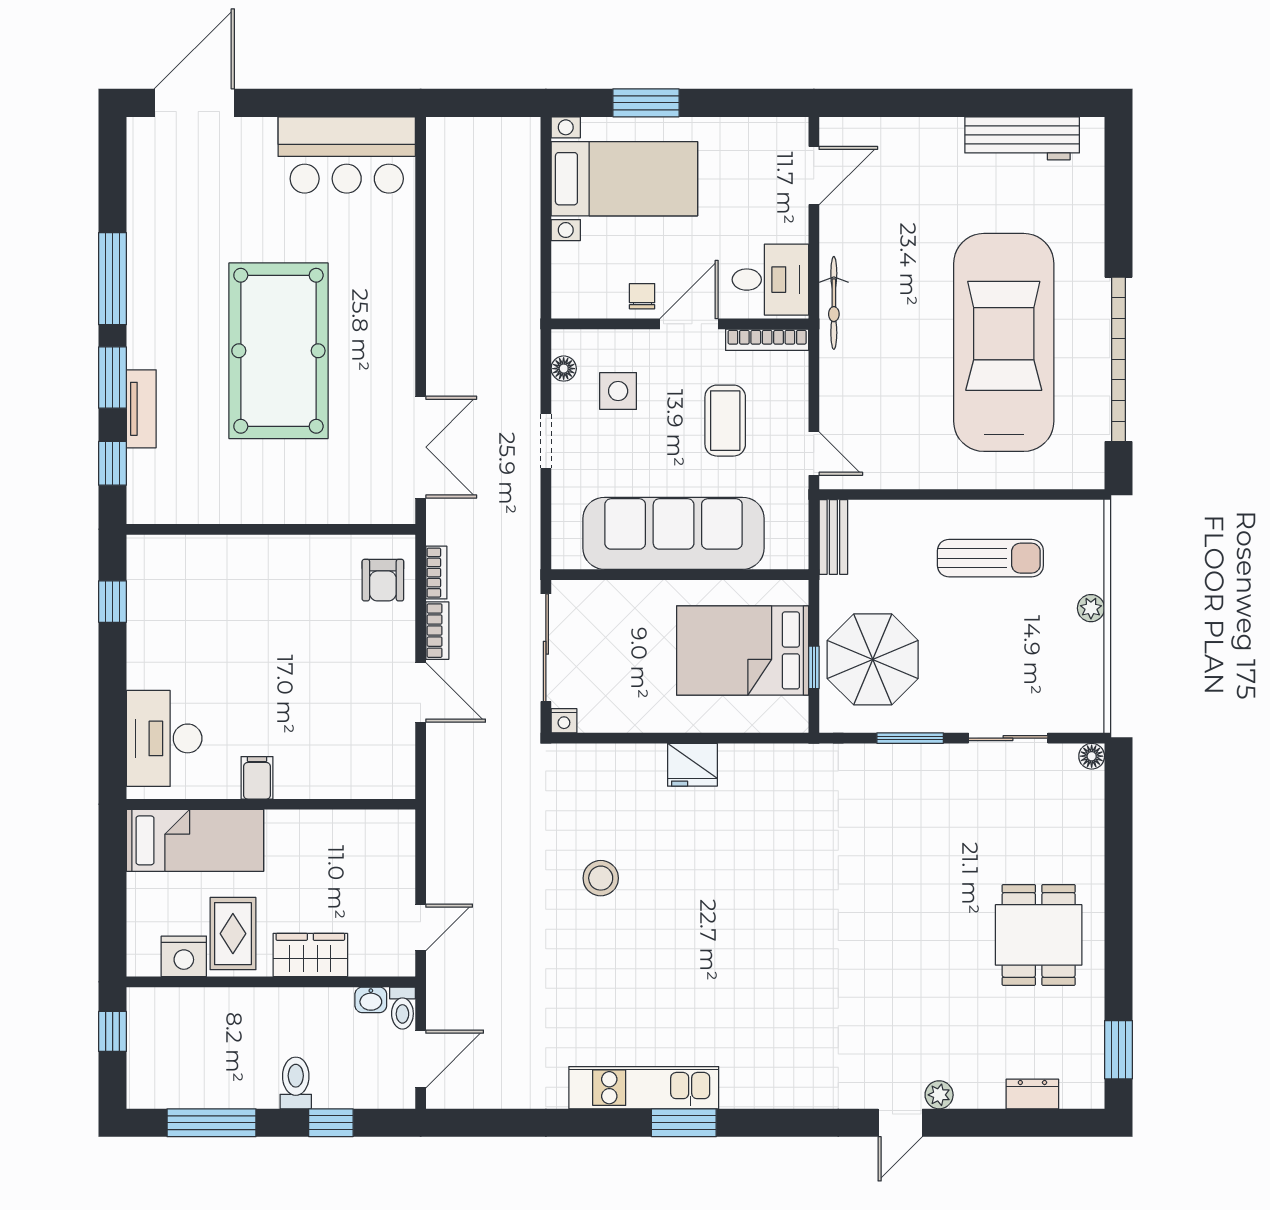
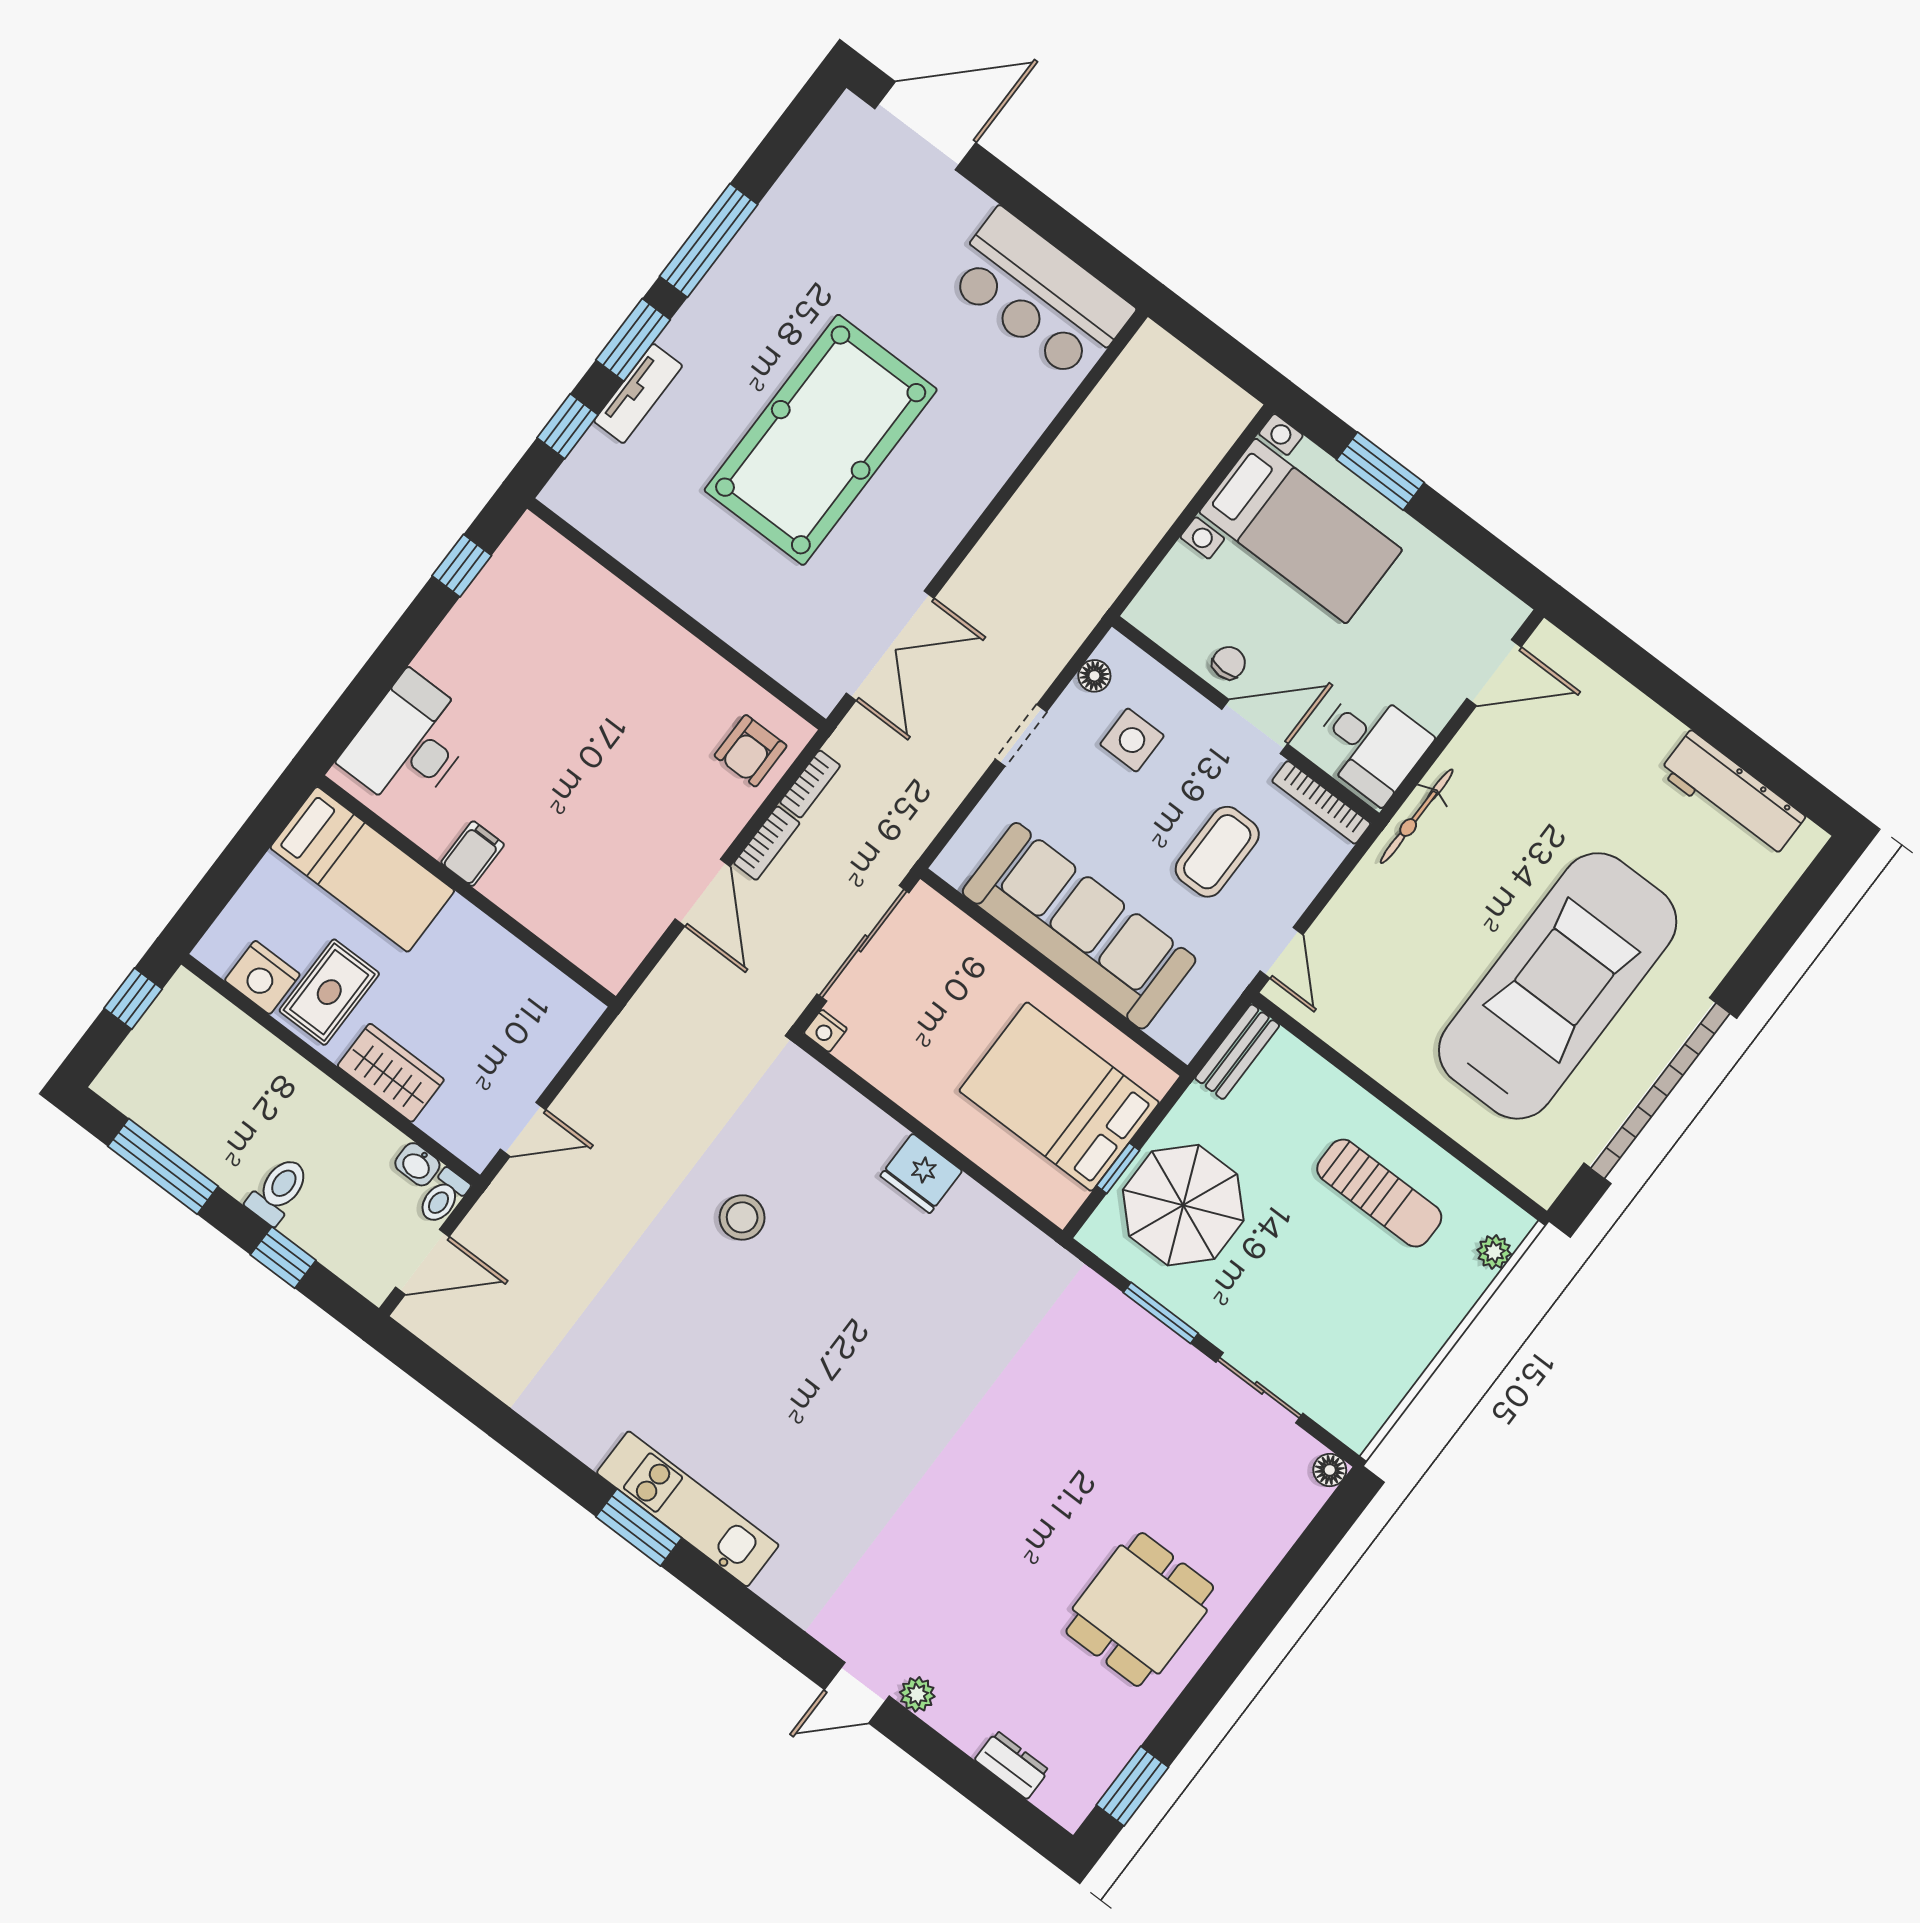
plant: (1091, 608) -> (1494, 1252), moved
kitchen unit: (644, 1088) -> (688, 1509), moved

